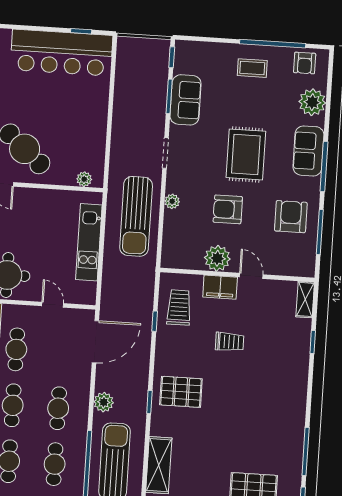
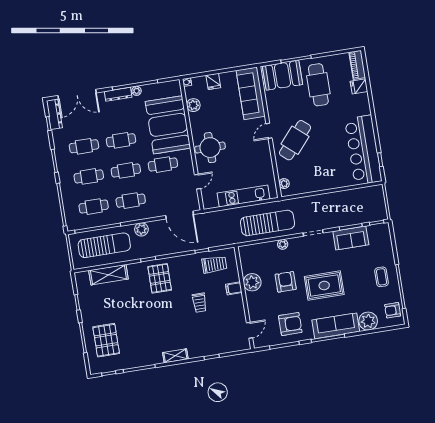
sofa: (308, 151) -> (336, 326), width x1.36
sun lounger: (136, 216) -> (267, 223), turned 180
door: (251, 276) -> (249, 330), moved
filing cabinet: (220, 287) -> (234, 288), width x0.50
shelving: (305, 299) -> (175, 356), moved

